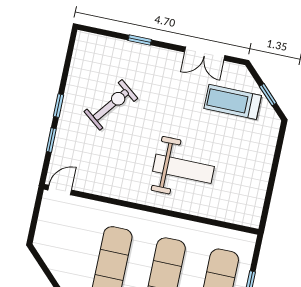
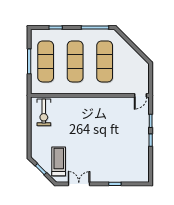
treadmill: (233, 102) -> (59, 161), turned -90
exercise bike: (111, 105) -> (44, 112), moved, turned -38
weight bench: (183, 169) -> (77, 120), removed

